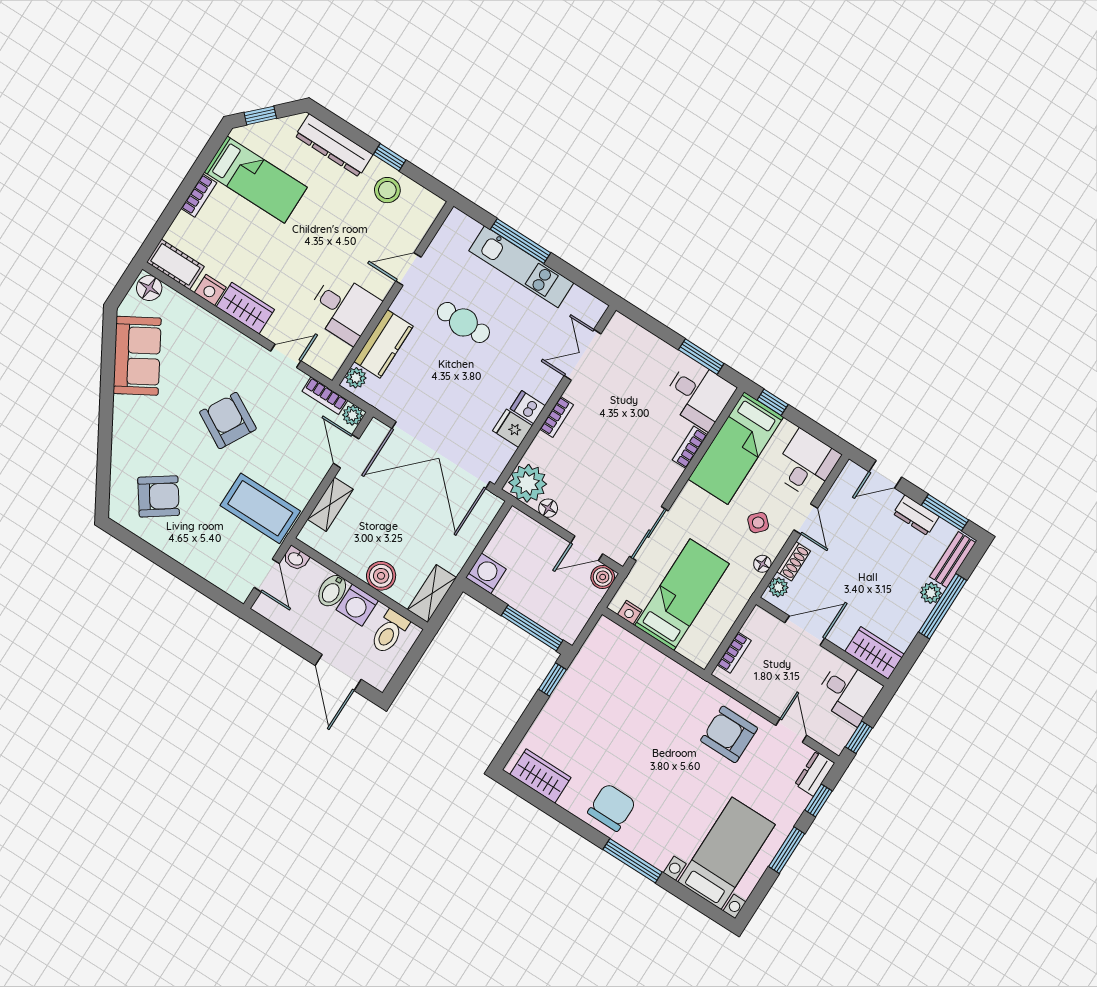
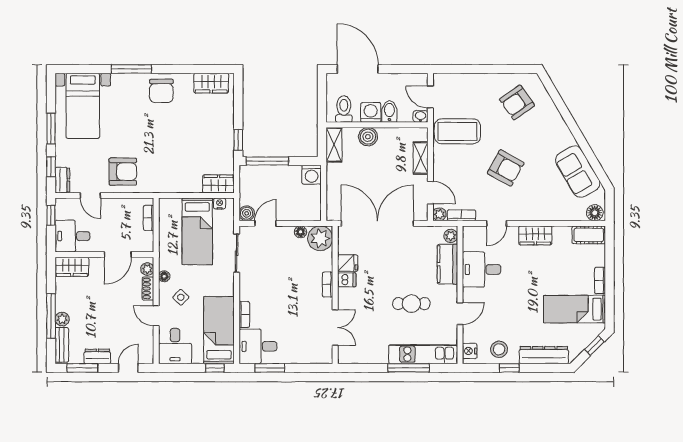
kitchen unit: (521, 267) -> (423, 354), moved
nightstand: (210, 290) -> (470, 351), moved, turned -90
wardrobe: (615, 639) -> (218, 184), added
door: (338, 672) -> (358, 69), width x1.36

